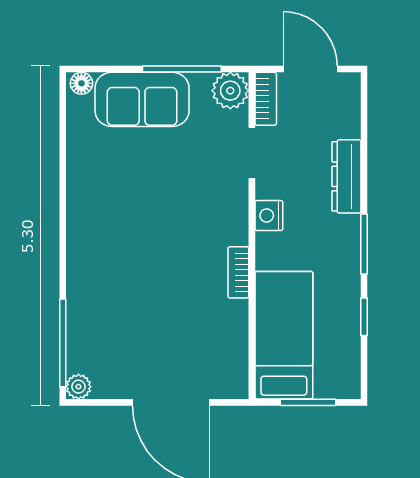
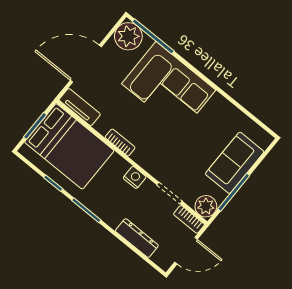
floor lamp: (81, 83) -> (264, 141), removed
dresser: (346, 176) -> (137, 238), moved
corner sofa: (113, 268) -> (169, 87), added
bed: (284, 335) -> (69, 146), width x1.50
tv unit: (235, 364) -> (80, 107), added
plant: (78, 387) -> (128, 36), width x1.87, depth x1.87

